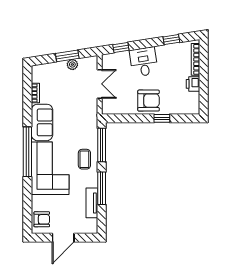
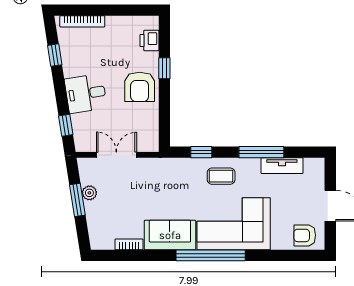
printer: (193, 84) -> (149, 40), moved, turned 90
armchair: (149, 101) -> (140, 87), turned 180
window: (102, 145) -> (201, 152), width x0.46
armchair: (42, 219) -> (305, 235), turned -90

